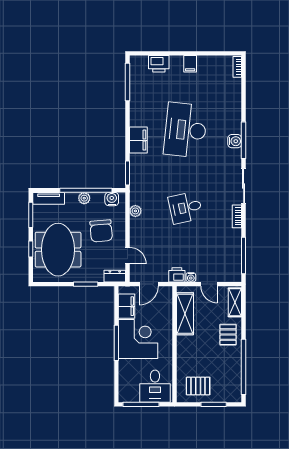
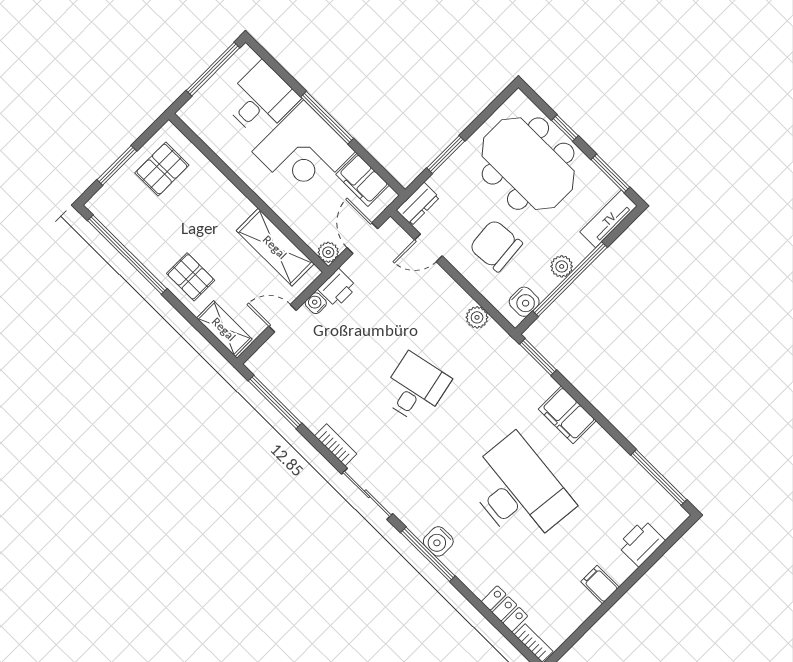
locker: (235, 91) -> (504, 609), added
plant: (167, 292) -> (328, 252), added
desk: (155, 386) -> (261, 100), moved, turned 90

